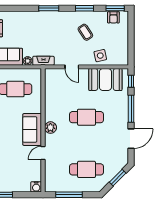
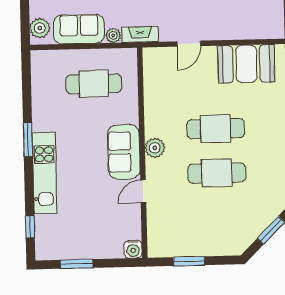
side table: (100, 56) -> (236, 23), removed
door: (72, 67) -> (189, 44), hinge flipped
cafe table: (87, 169) -> (217, 173), moved
window: (69, 195) -> (189, 261), width x0.69

